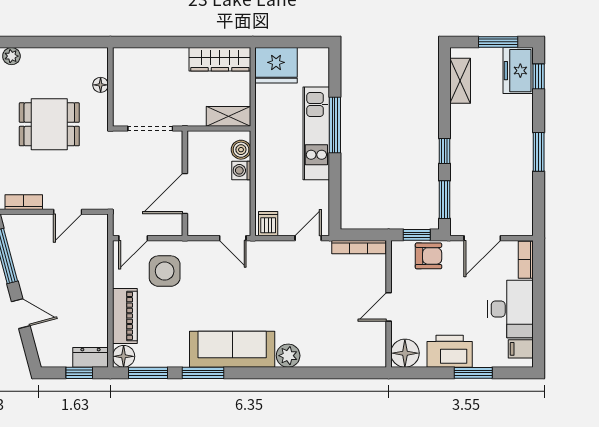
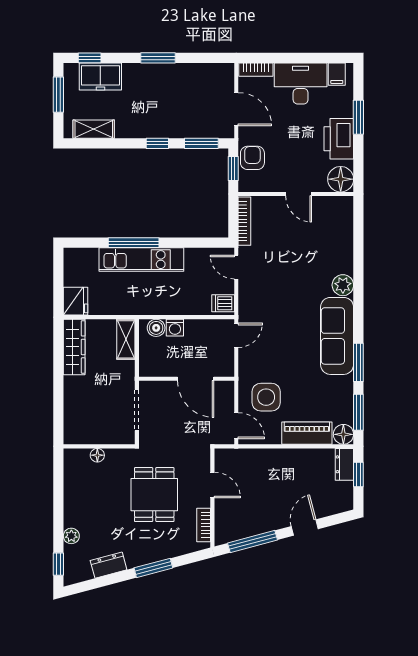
fridge: (276, 65) -> (76, 301), width x0.73, depth x0.75
freezer: (518, 71) -> (100, 77), moved
dining table: (49, 124) -> (154, 495), moved

